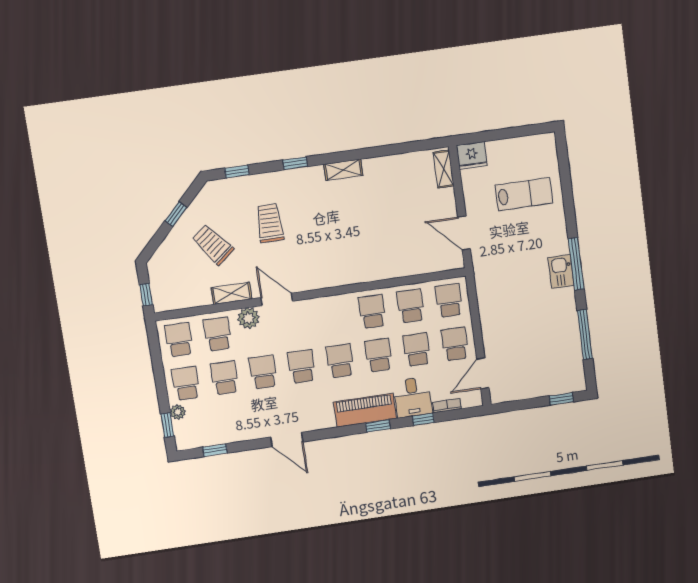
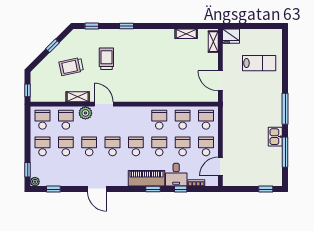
shelving: (343, 170) -> (186, 34), moved
trolley: (213, 245) -> (71, 67), turned -64
kitchen sink: (561, 271) -> (275, 137), moved
plant: (178, 412) -> (35, 182), moved

